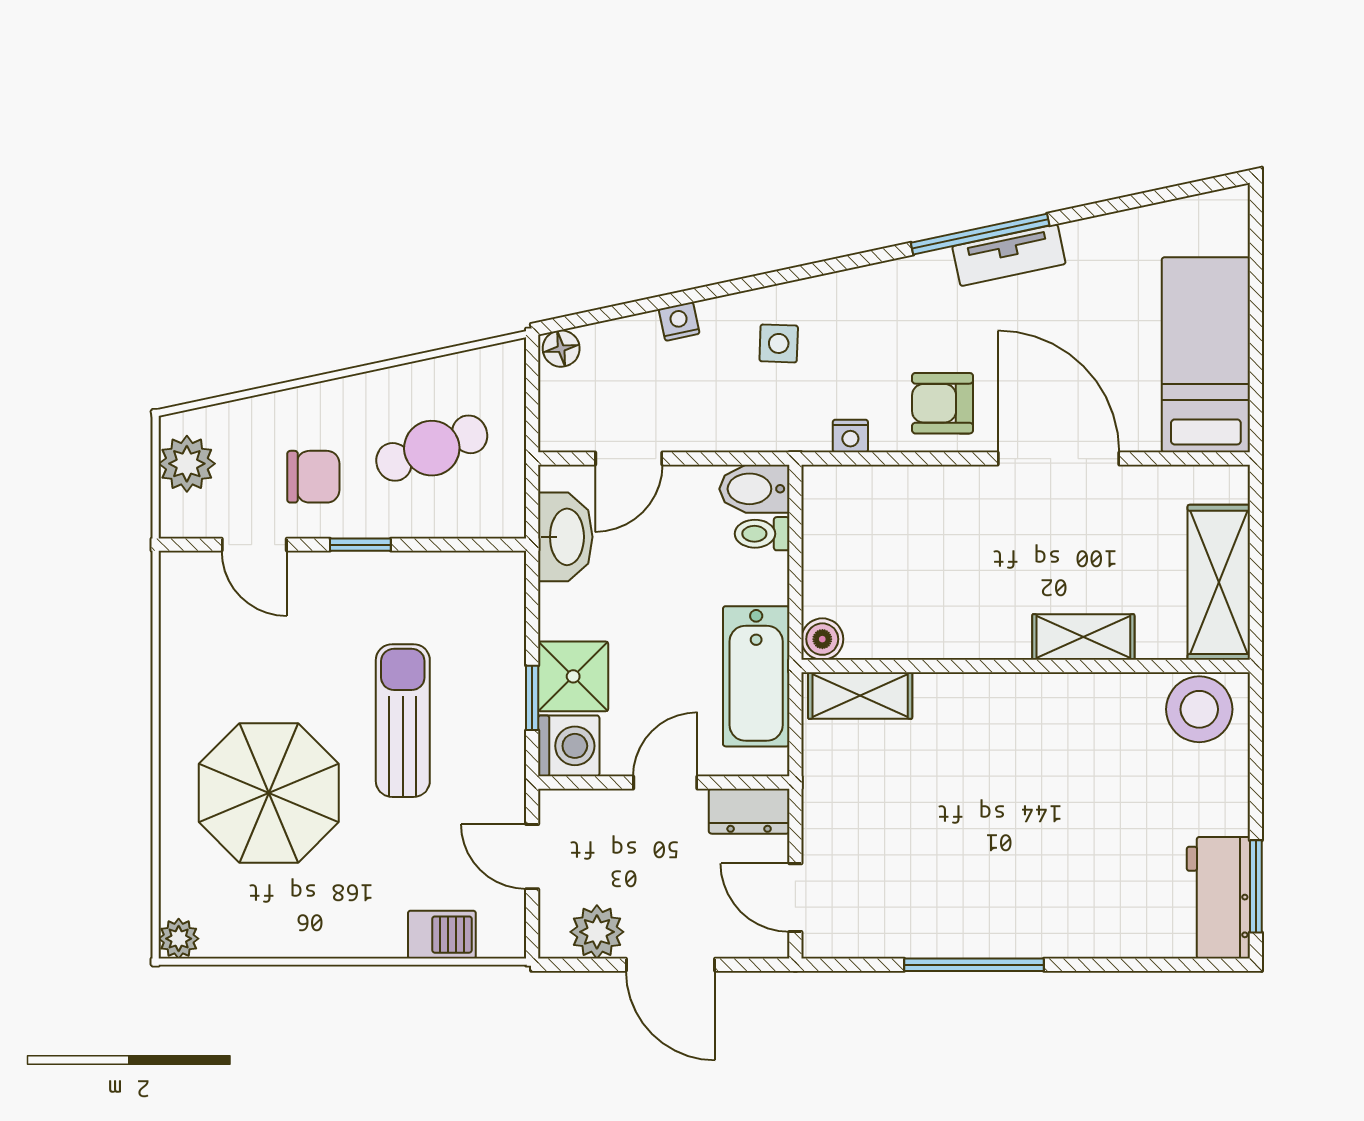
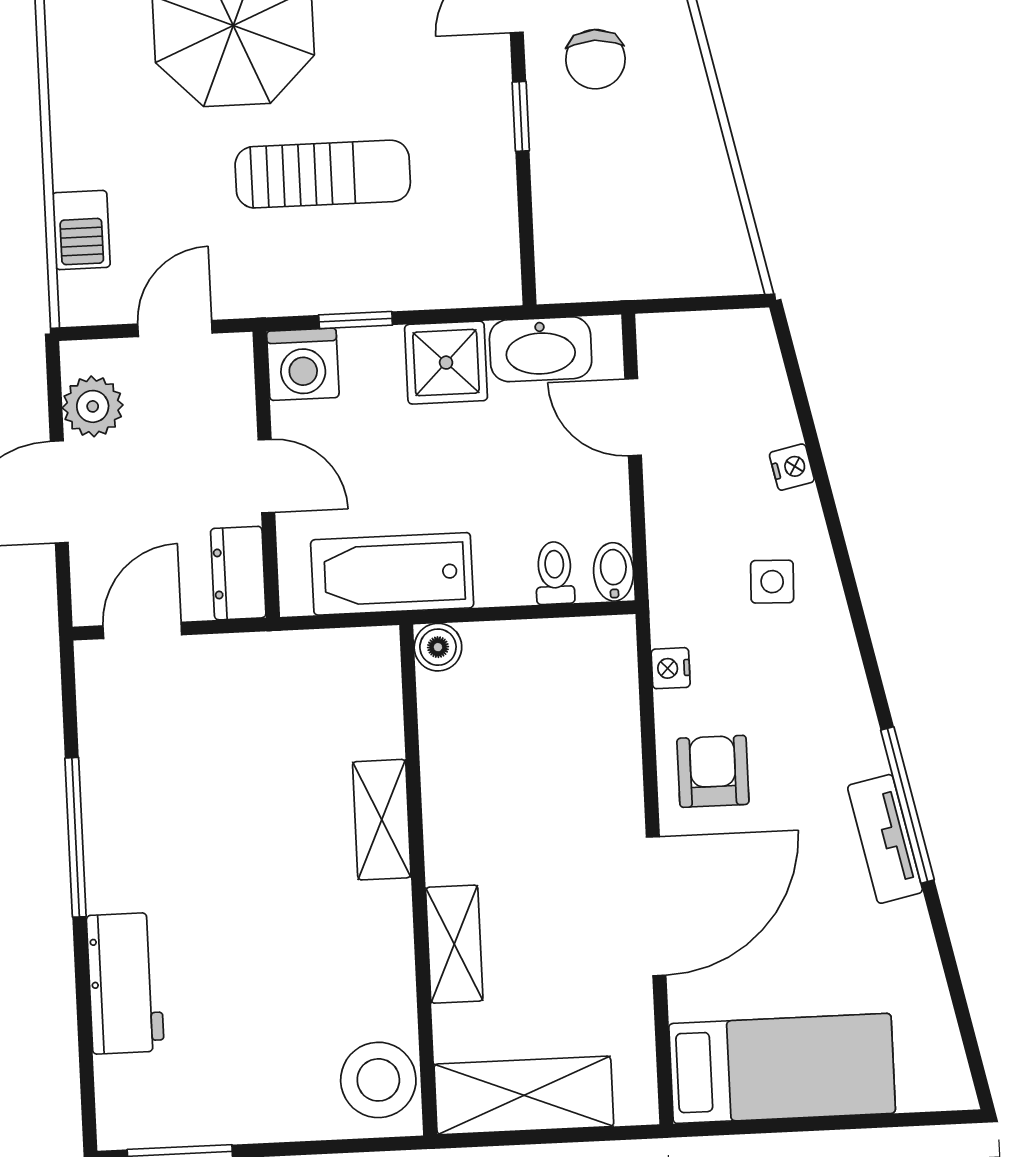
floor lamp: (561, 349) -> (755, 334), removed
cafe table: (432, 448) -> (634, 192), removed
bidet: (754, 489) -> (613, 572), width x0.72, depth x0.74
shower: (573, 676) -> (446, 363), moved
shelving: (860, 696) -> (382, 820), moved
workbench: (1218, 898) -> (125, 983), moved, turned 90

